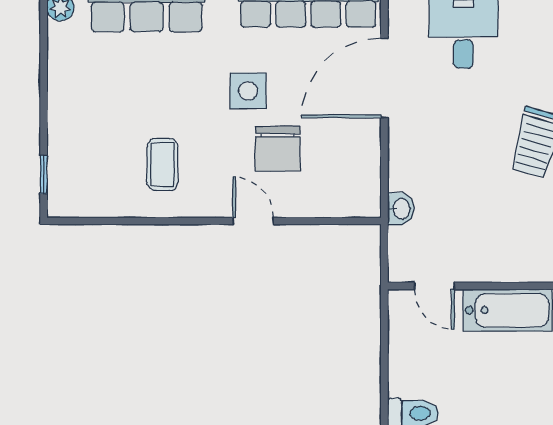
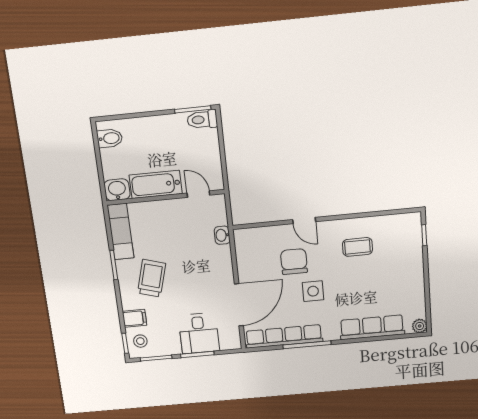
coffee table: (163, 164) -> (357, 247), turned 90

